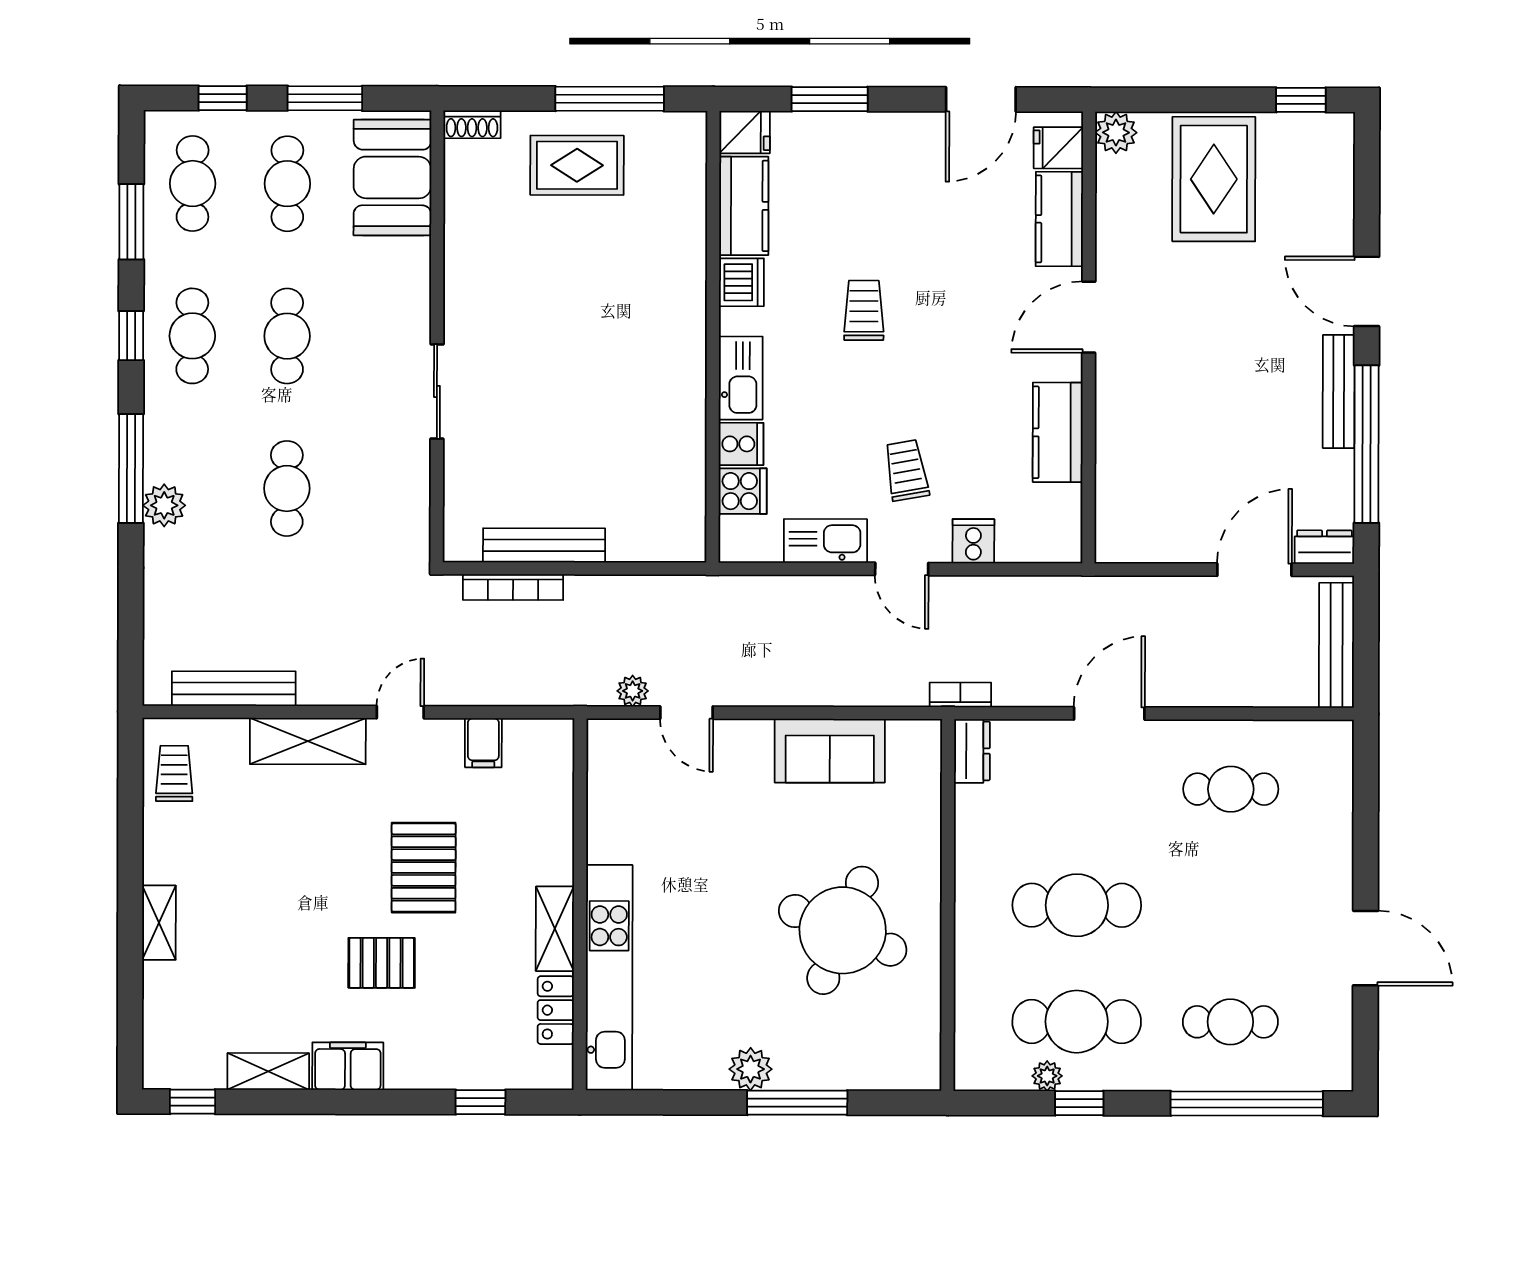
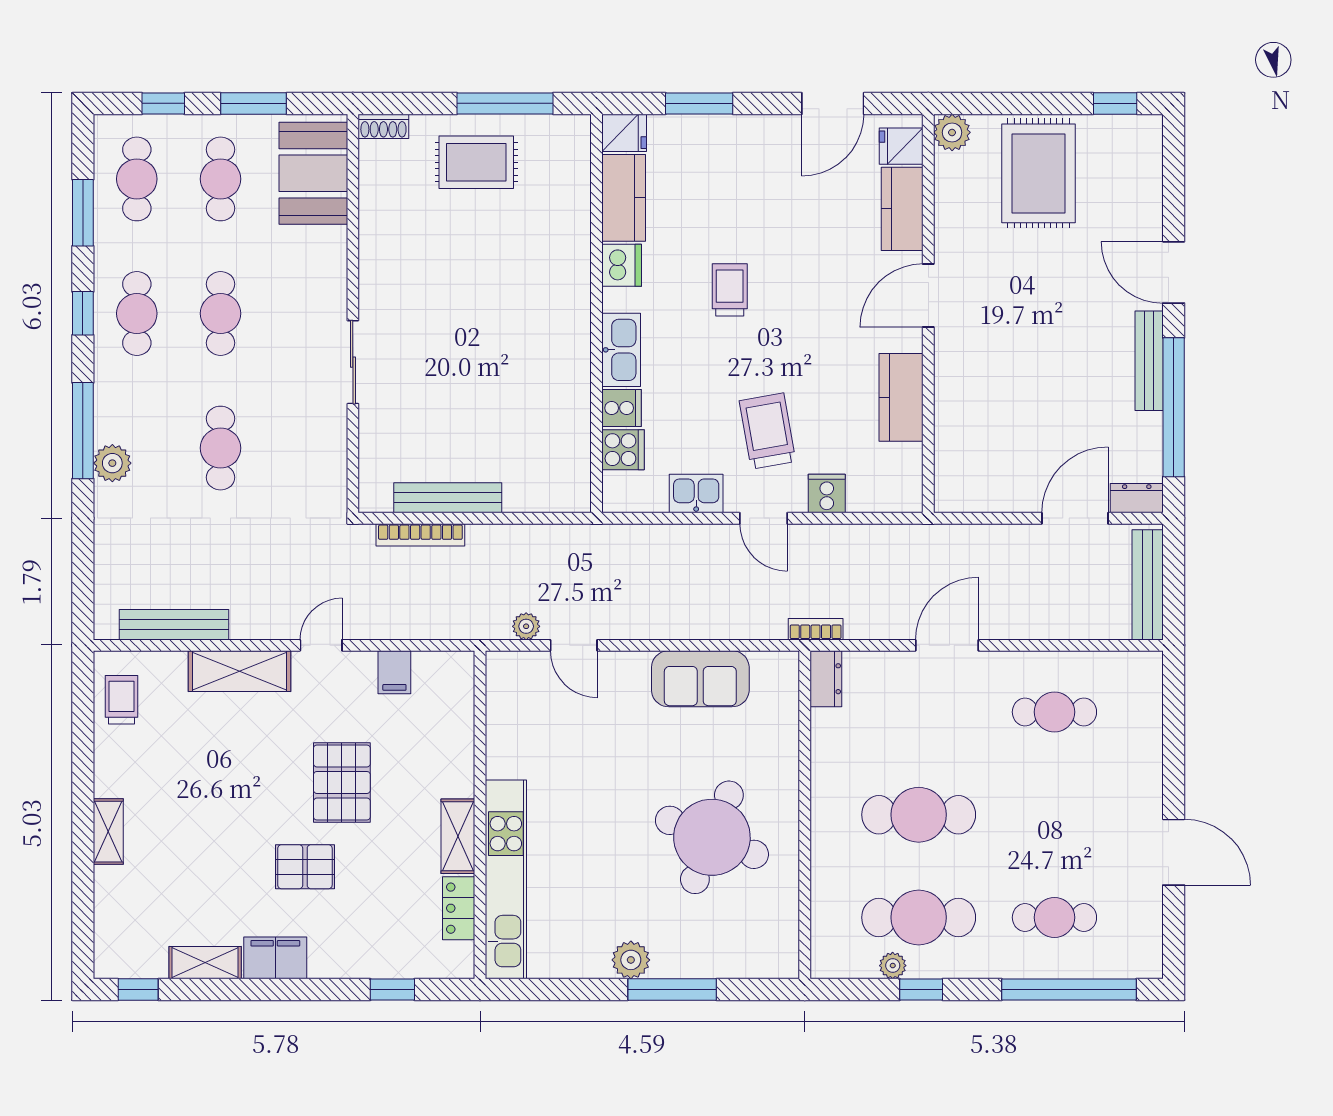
trolley: (906, 470) -> (768, 431), width x1.36, depth x1.39
kitchen sink: (825, 541) -> (696, 494), width x0.73

